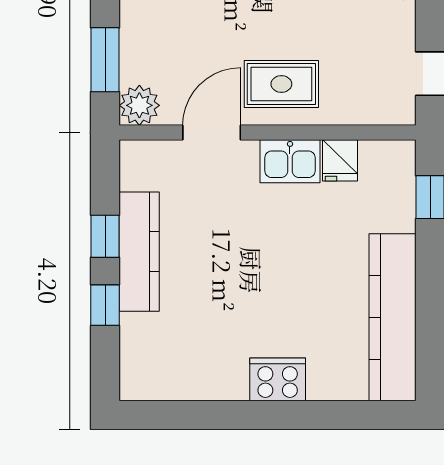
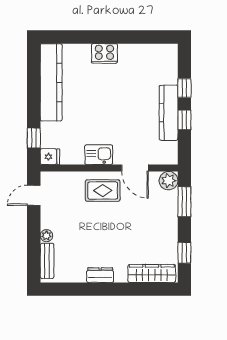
door: (212, 133) -> (135, 168), hinge flipped
fridge: (340, 160) -> (50, 157), moved, turned 90

